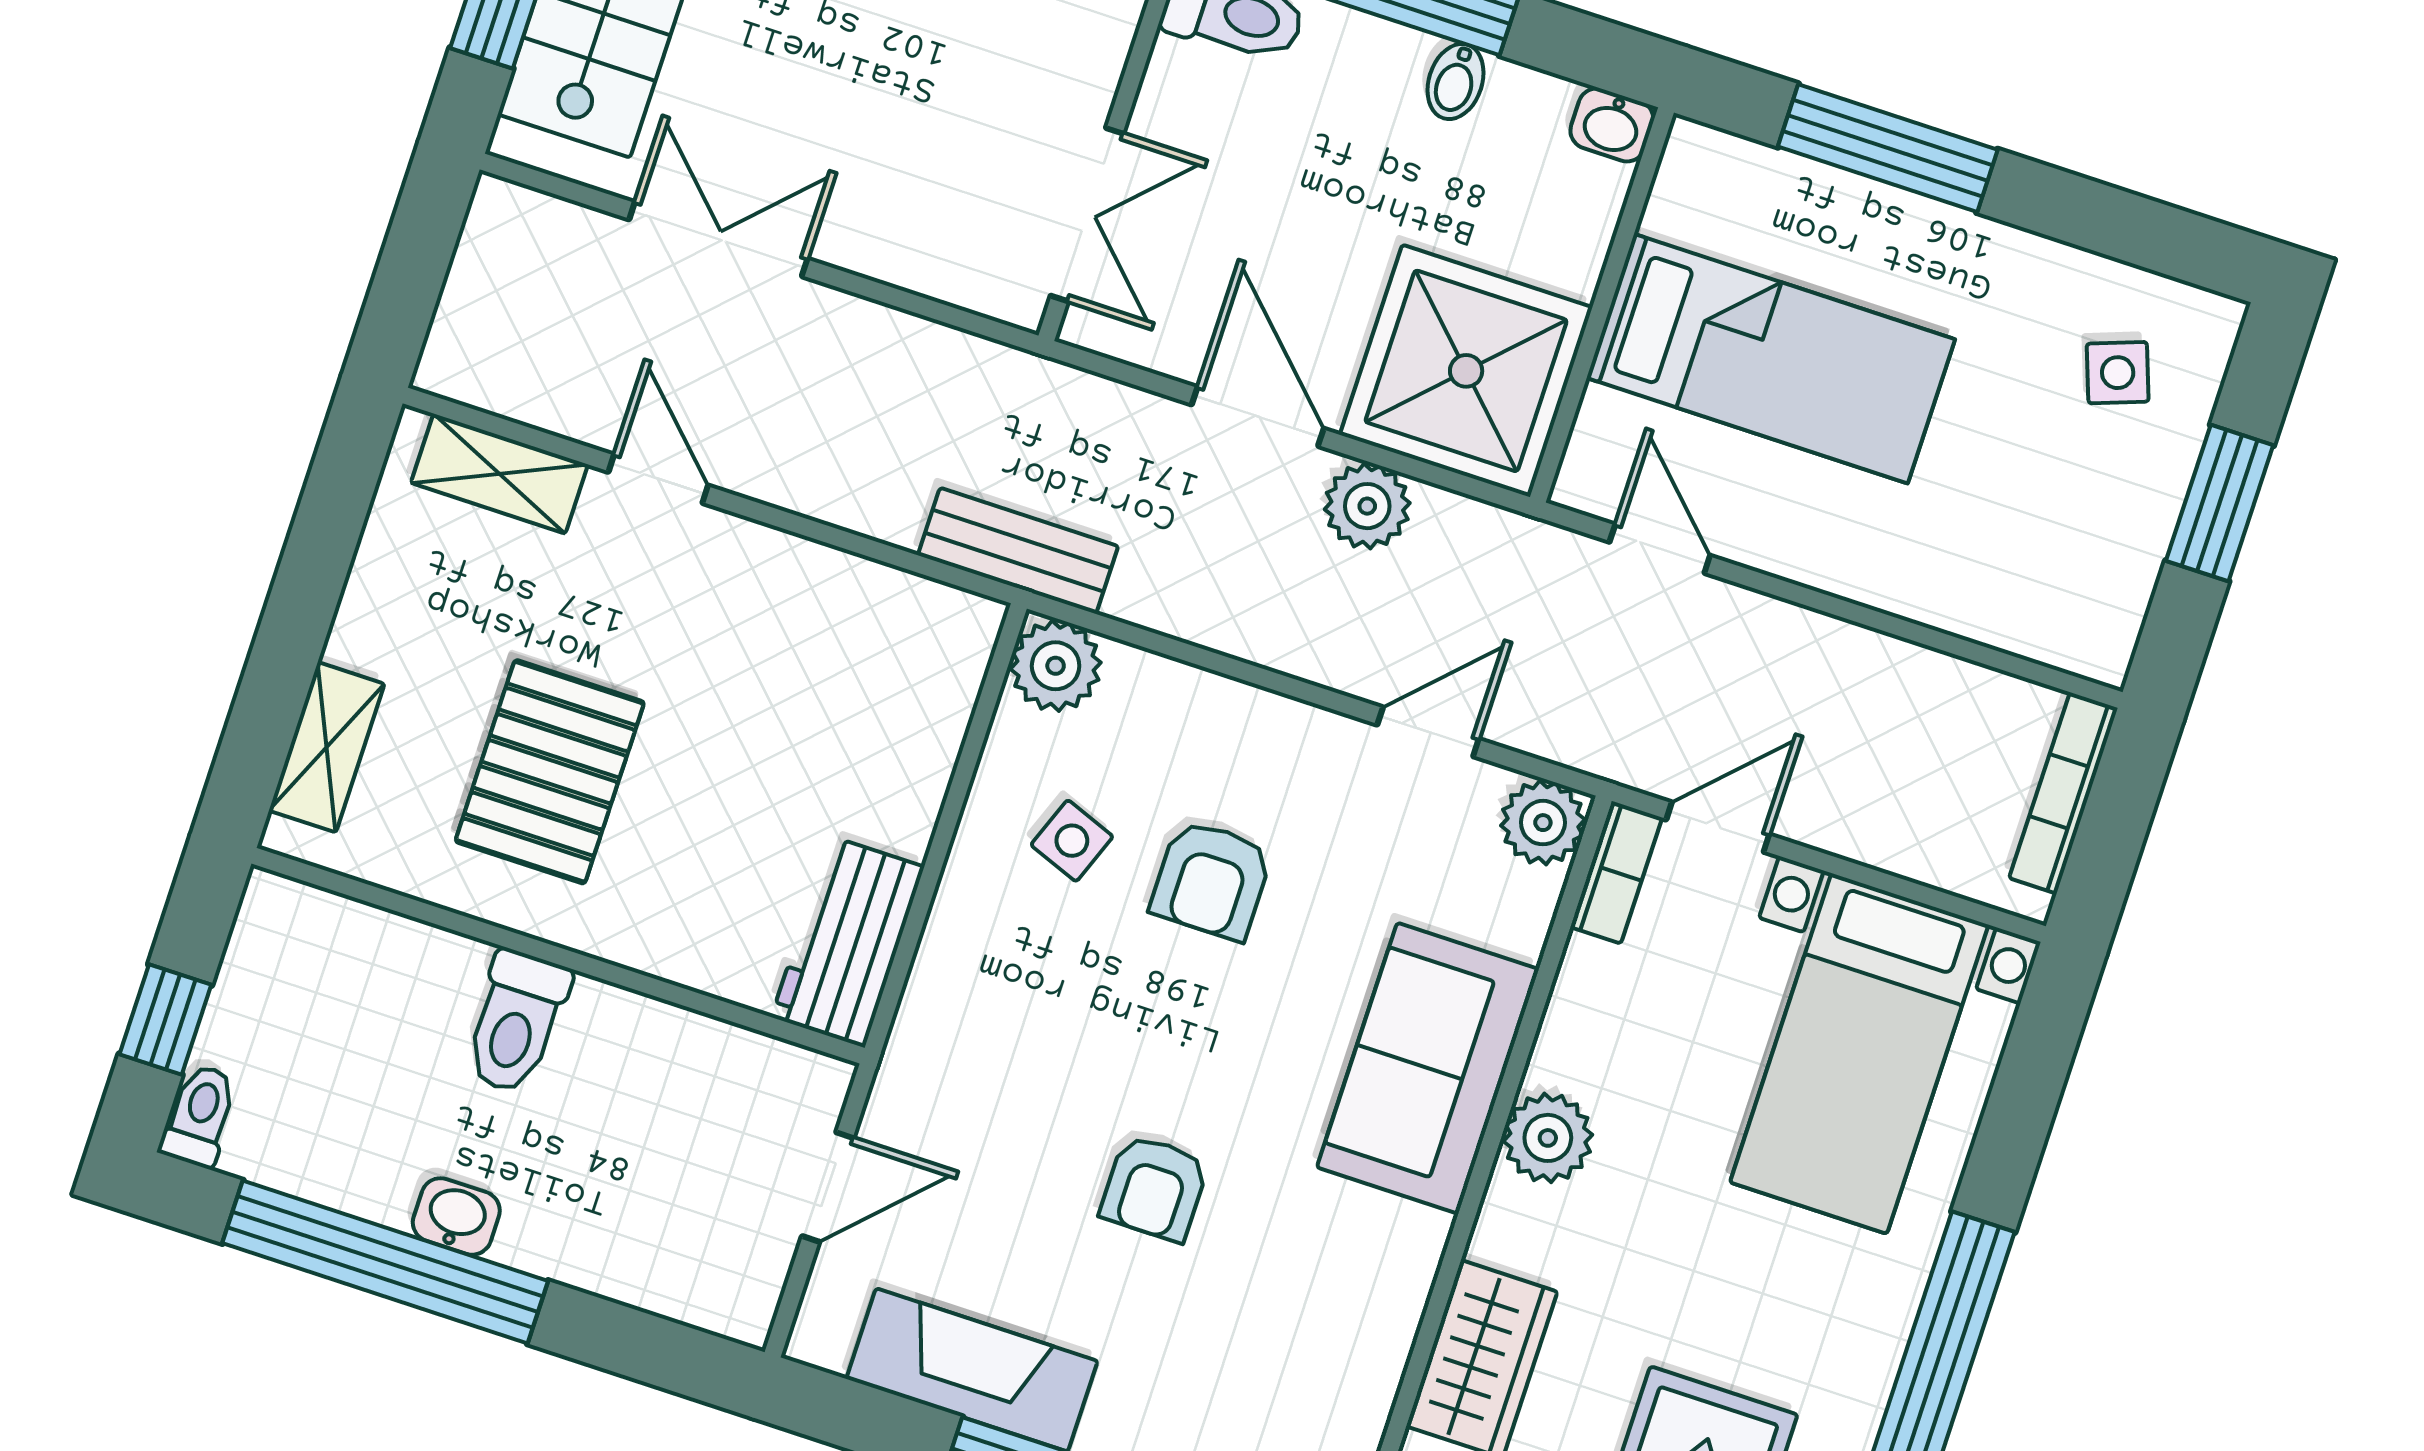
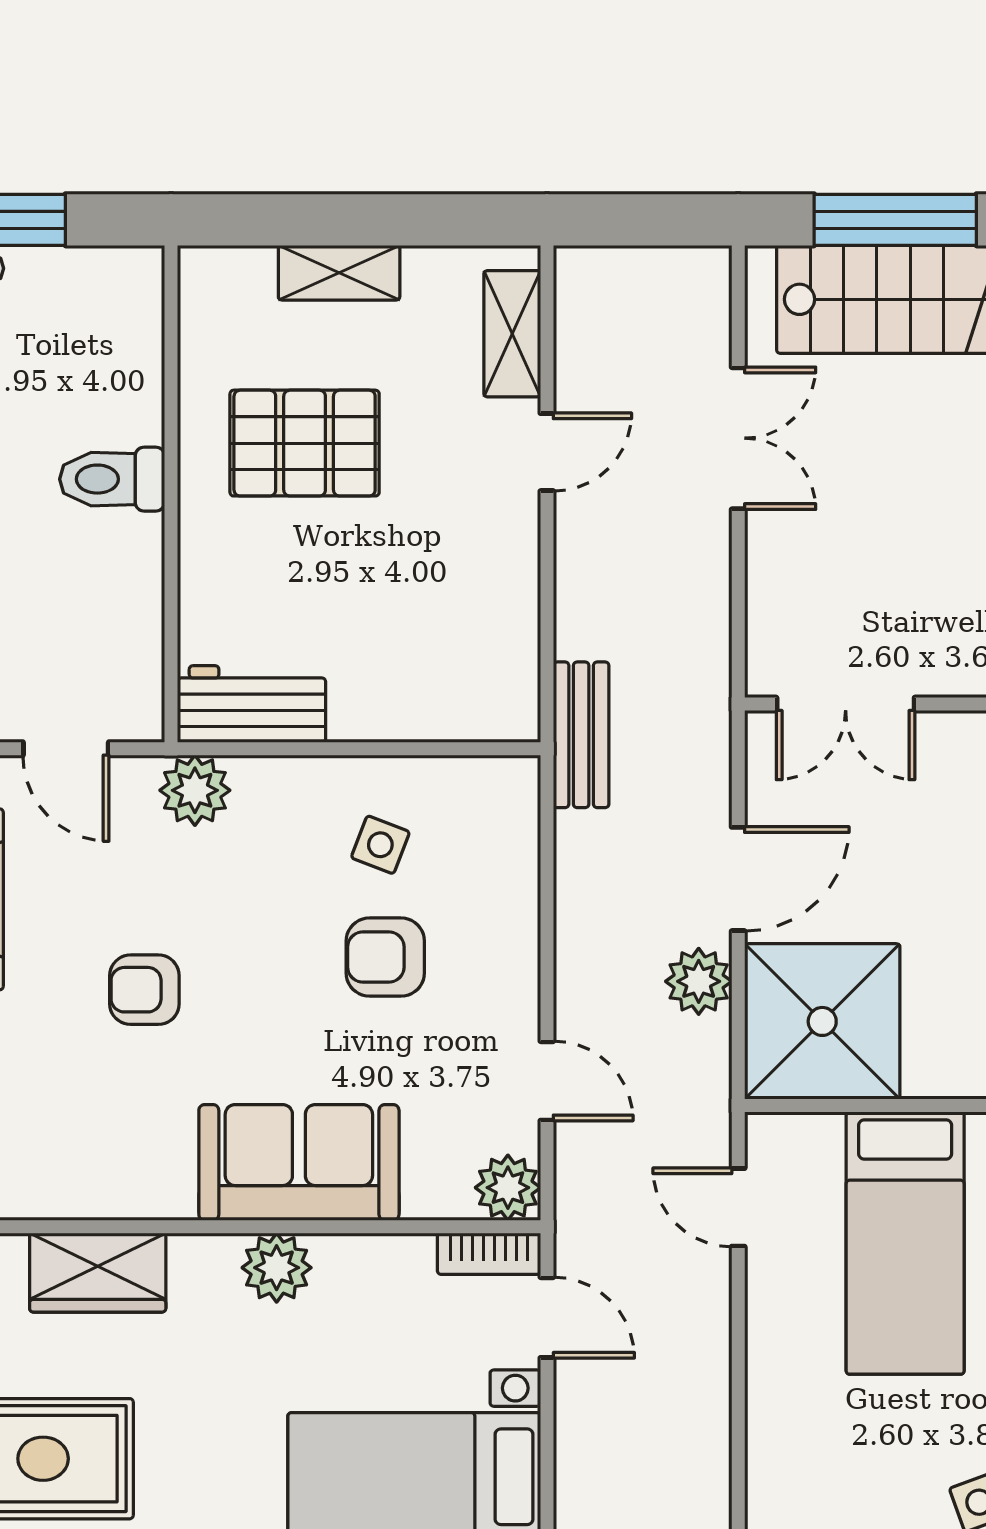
door: (1660, 549) -> (738, 1207), swing flipped
plant: (1056, 666) -> (195, 790), moved
shelving: (327, 747) -> (339, 273), moved

